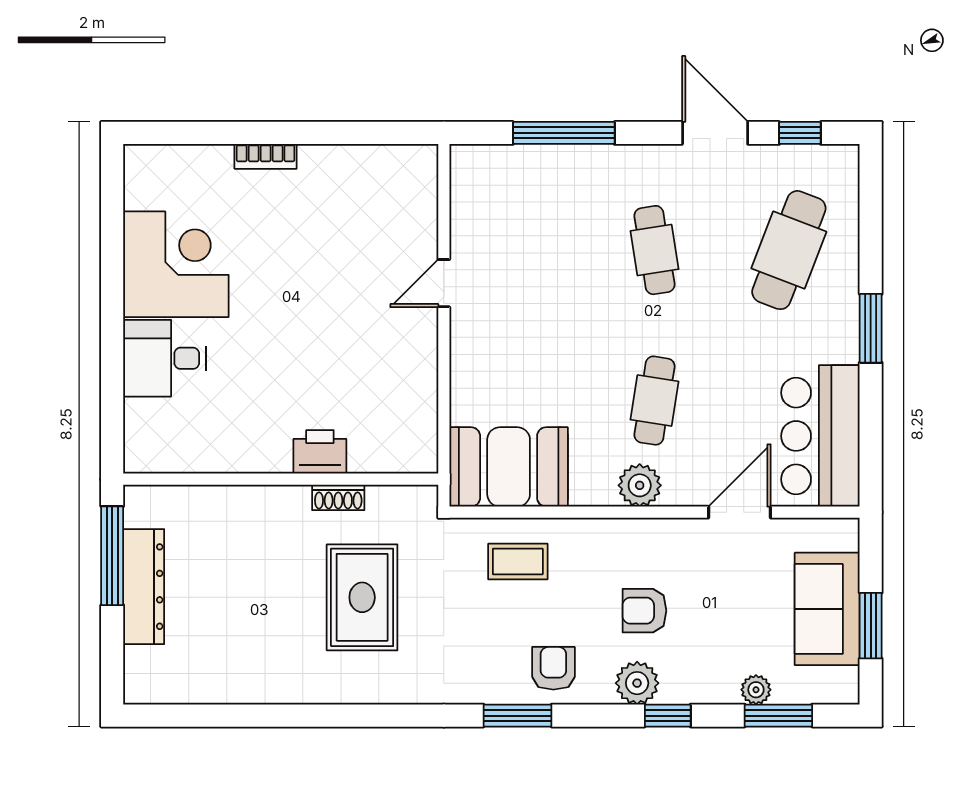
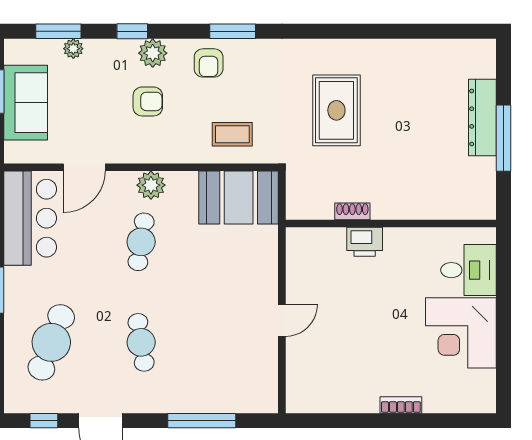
printer: (320, 452) -> (365, 242), moved
wall: (281, 479) -> (391, 224), moved
shoe rack: (338, 497) -> (352, 211), moved

